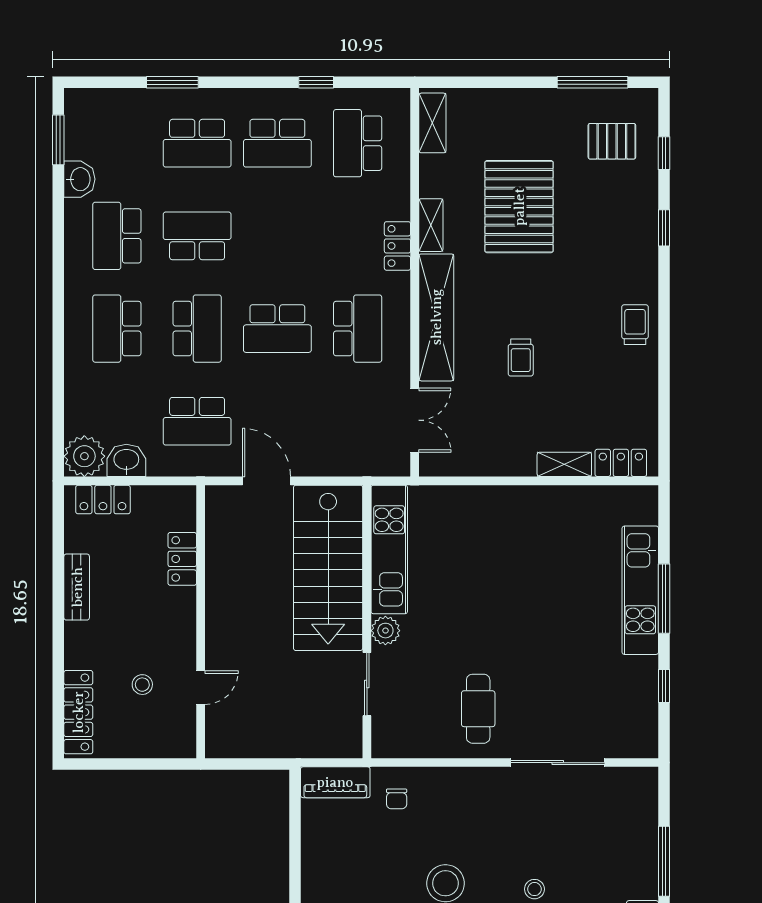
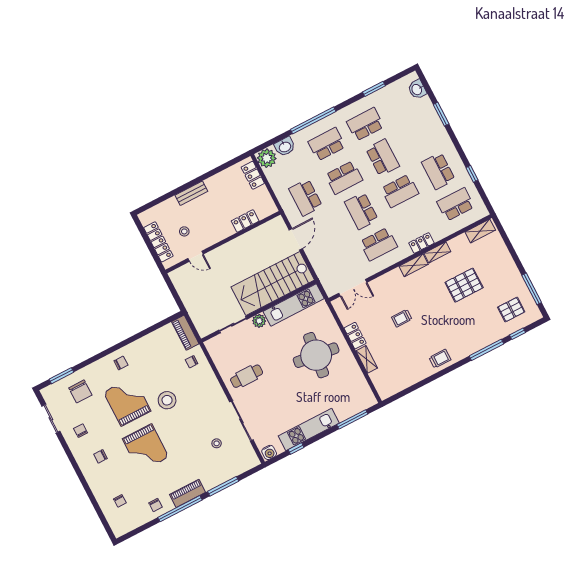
window: (58, 140) -> (374, 89), moved
pallet: (612, 141) -> (511, 310), turned 90
school desk: (197, 143) -> (400, 191), moved, turned -90
washbasin: (79, 179) -> (417, 89), moved, turned 90
pallet: (519, 207) -> (464, 285), width x0.73, depth x0.71
window: (664, 228) -> (486, 350), width x2.17
shelving: (436, 317) -> (414, 265), width x0.45, depth x0.75
window: (58, 331) -> (313, 120), added
washbasin: (126, 460) -> (285, 147), moved, turned 90
locker: (621, 463) -> (355, 336), moved
round table: (507, 556) -> (316, 355), added
bench: (77, 587) -> (191, 193), moved
kitchen unit: (640, 590) -> (309, 429), moved
window: (664, 599) -> (352, 419), moved
locker: (78, 712) -> (158, 242), moved, turned -90
water cooler: (645, 741) -> (269, 452), added
stool: (534, 889) -> (217, 443), moved

